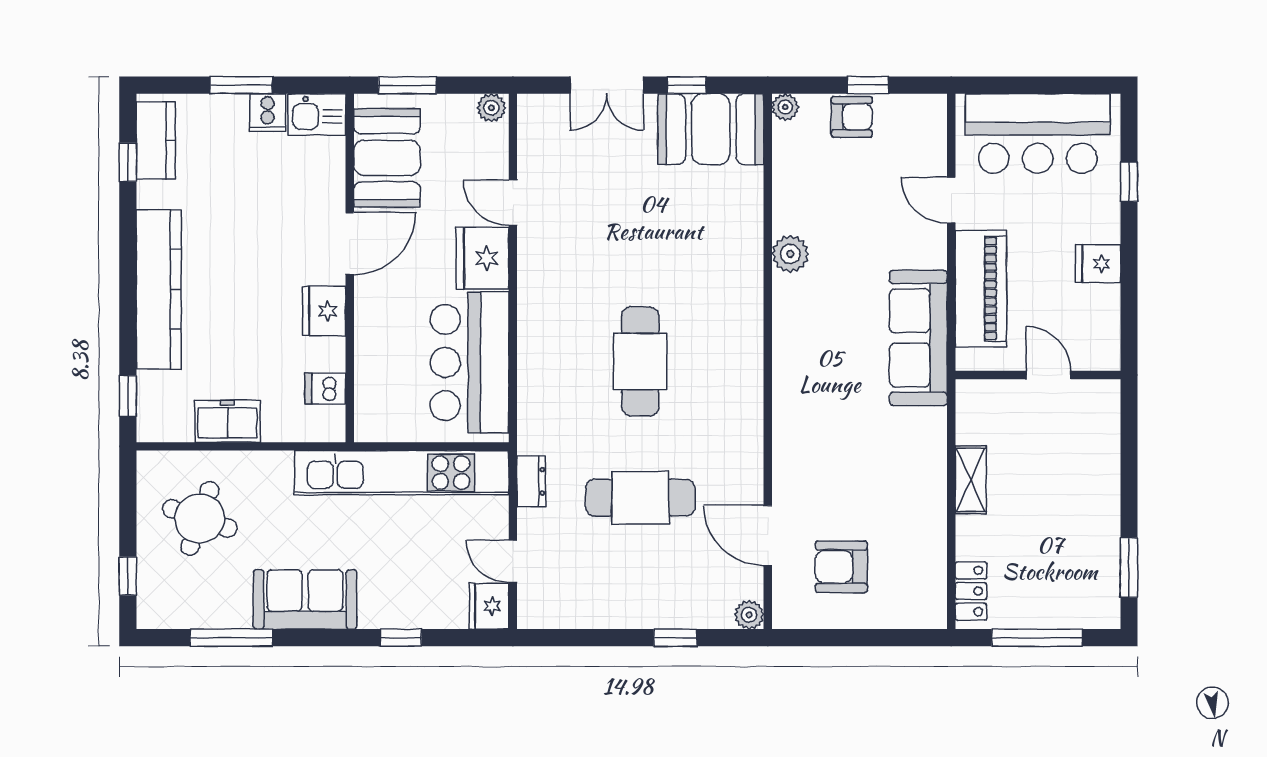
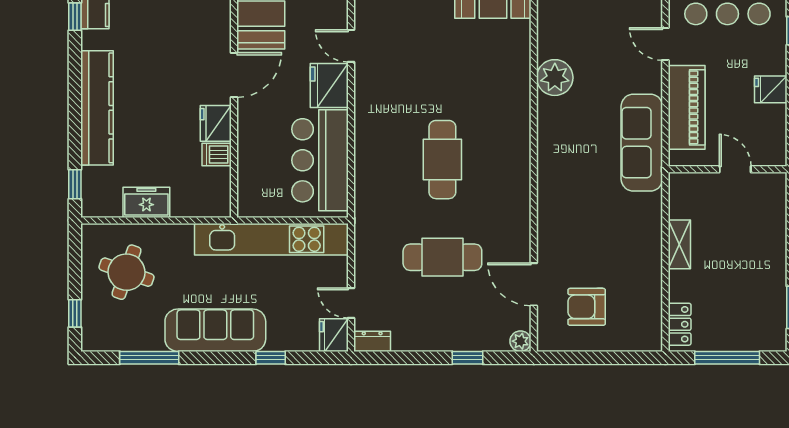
plant: (790, 254) -> (555, 78), width x1.36, depth x1.36
dishwasher: (325, 389) -> (217, 155), moved
dresser: (531, 481) -> (372, 341), moved, turned -90
sofa: (305, 599) -> (215, 330), width x1.36

